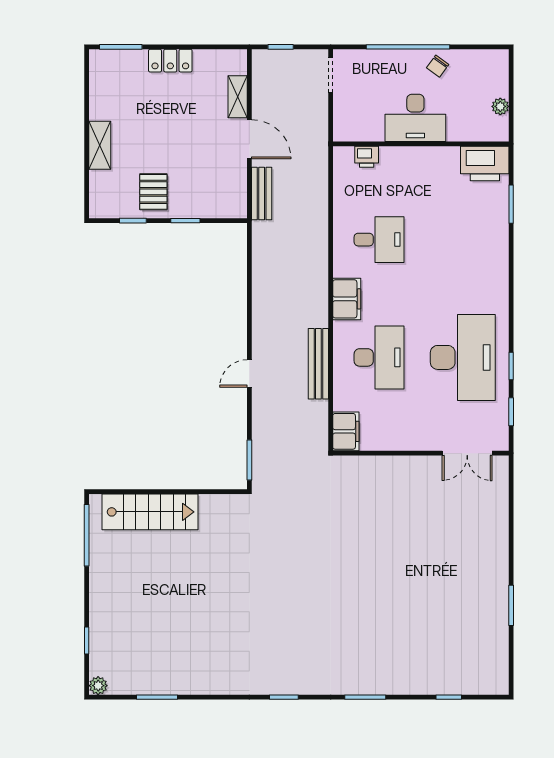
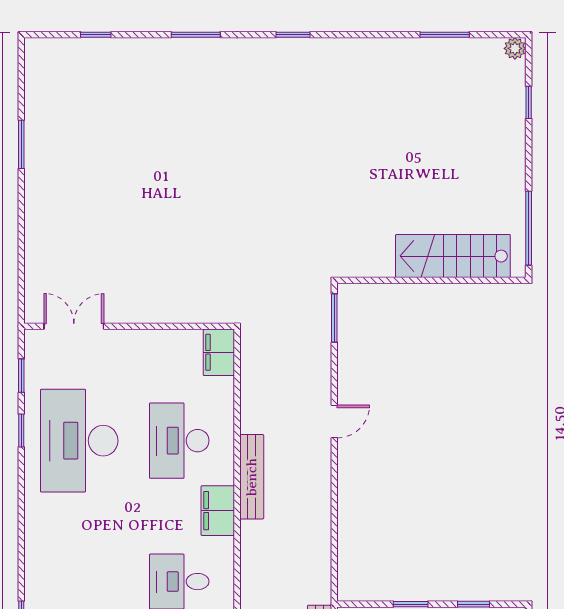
bench: (318, 364) -> (252, 477), moved

